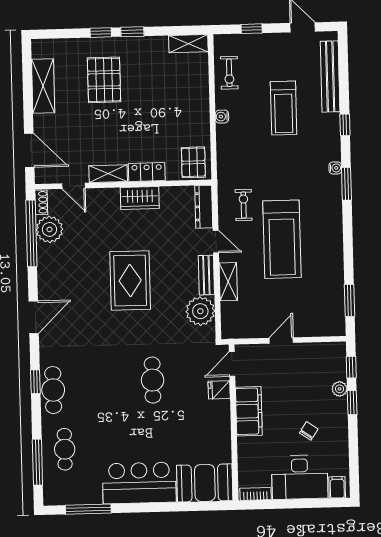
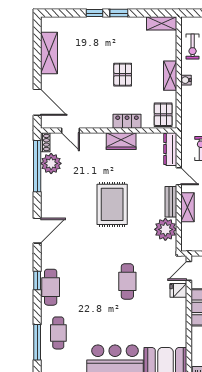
pallet: (104, 80) -> (123, 75), moved, width x0.67, depth x0.71
shelving: (108, 174) -> (170, 76), moved, turned 90

